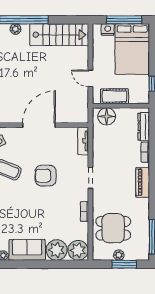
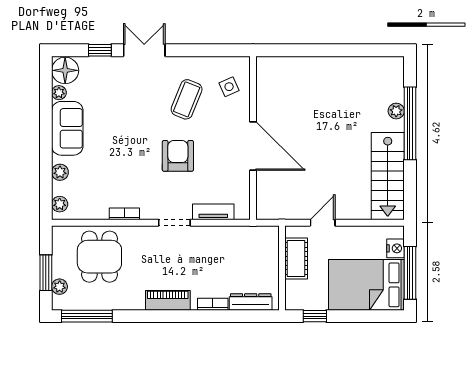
floor lamp: (107, 116) -> (266, 247), removed
tv unit: (83, 141) -> (213, 212), moved
plant: (57, 250) -> (60, 172), width x0.53, depth x0.53
plant: (78, 250) -> (60, 204), width x0.53, depth x0.53
plant: (119, 255) -> (60, 287), moved

